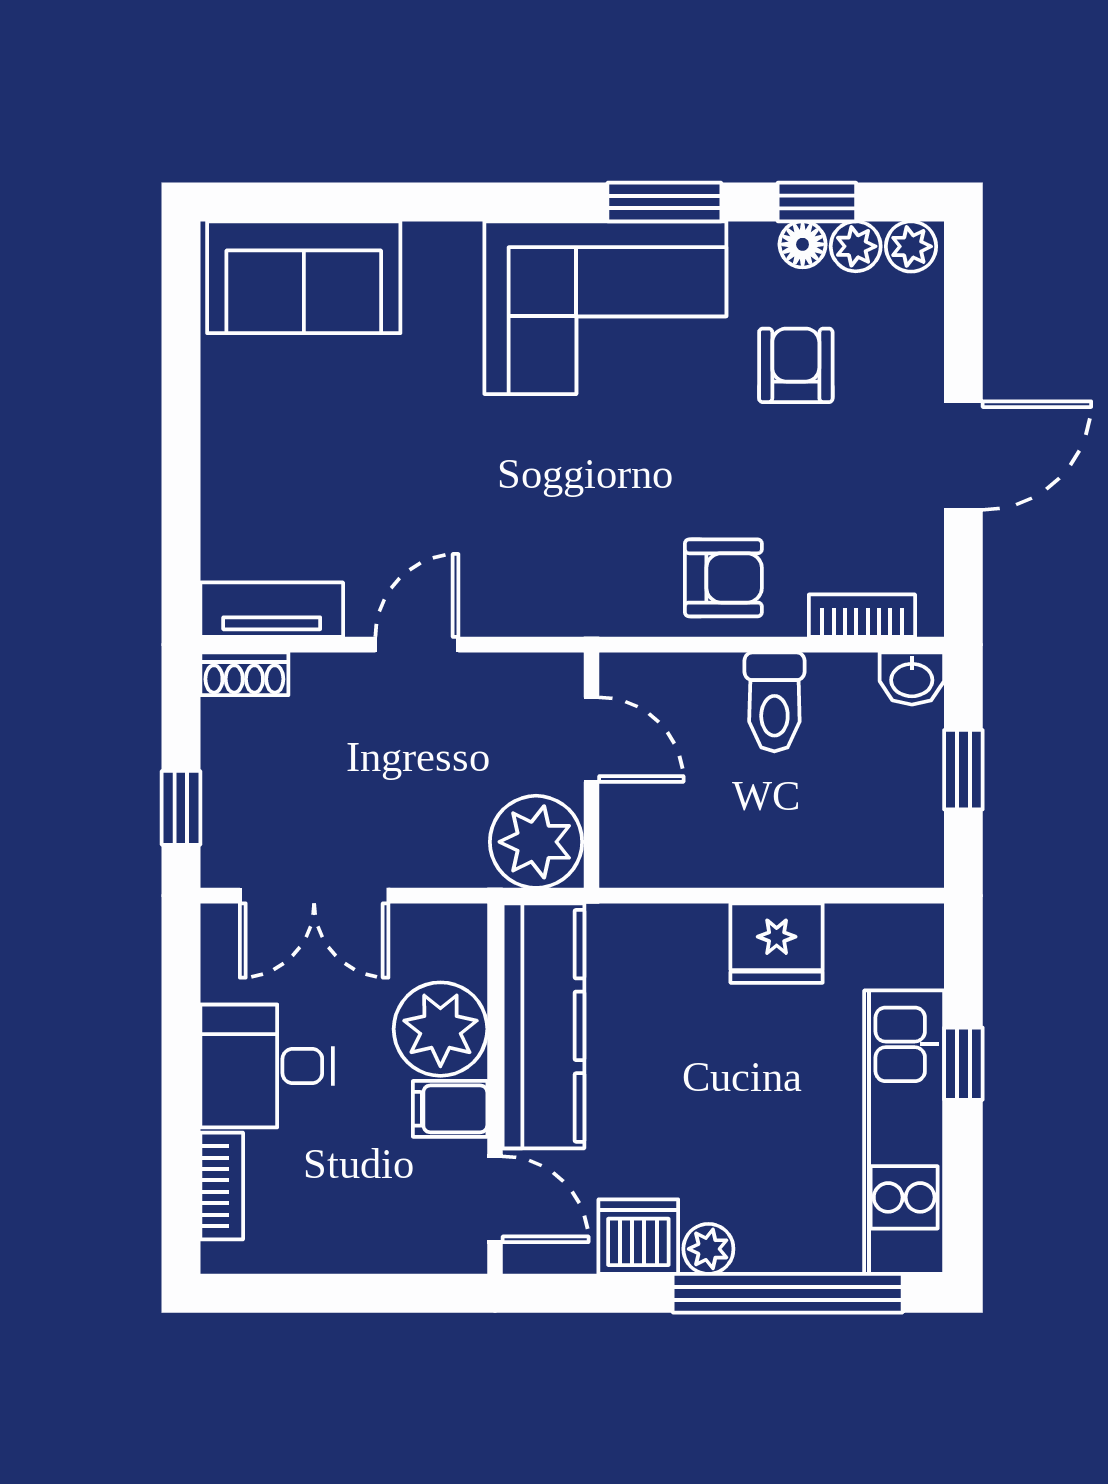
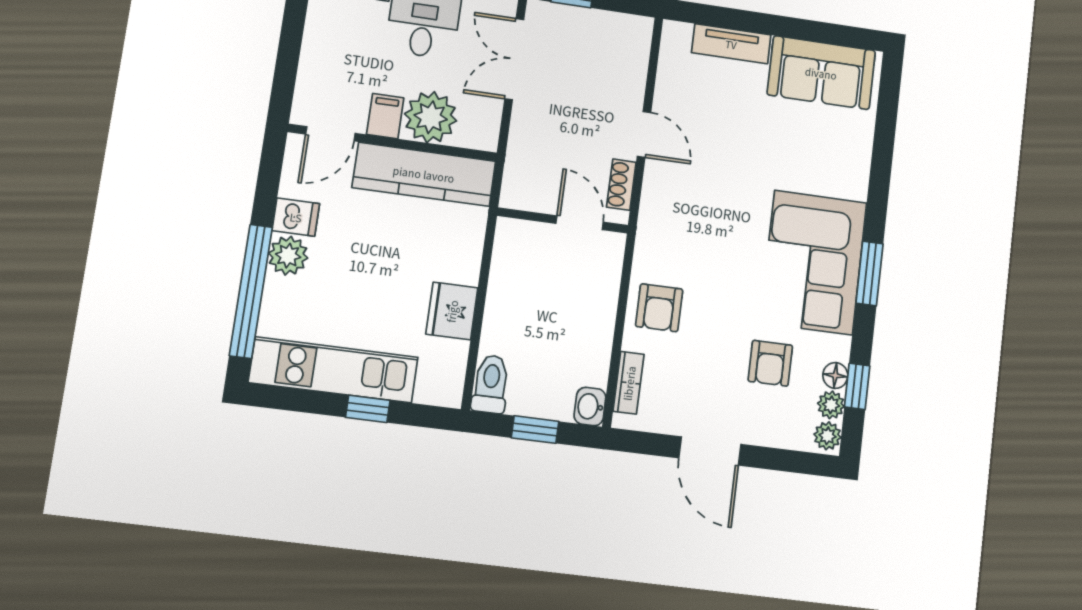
window: (664, 202) -> (869, 273), moved
sofa: (304, 277) -> (821, 73), moved, turned -90
armchair: (796, 365) -> (770, 363), turned 90
tv unit: (272, 610) -> (731, 44), moved, turned 90
shoe rack: (244, 674) -> (621, 185), moved
toilet: (774, 702) -> (491, 384), moved, turned 90
door: (591, 740) -> (580, 223), swing flipped
plant: (536, 842) -> (527, 184), removed
dishwasher: (638, 1237) -> (296, 217), width x0.73
plant: (708, 1249) -> (288, 256), width x1.38, depth x1.38

